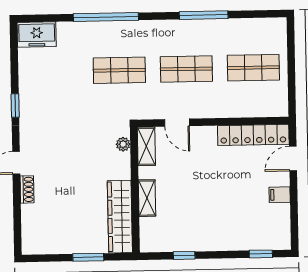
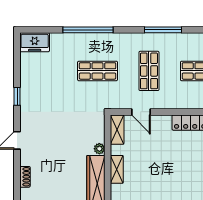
shop shelf: (186, 69) -> (149, 71), turned 90
plant: (123, 144) -> (99, 149), moved
shoe rack: (27, 189) -> (25, 177), moved

